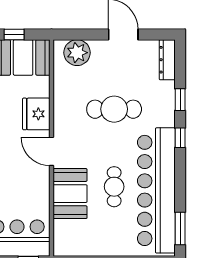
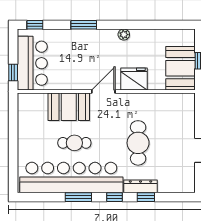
plant: (77, 53) -> (184, 112), removed
dresser: (167, 60) -> (141, 186), moved
window: (180, 229) -> (78, 197), moved

